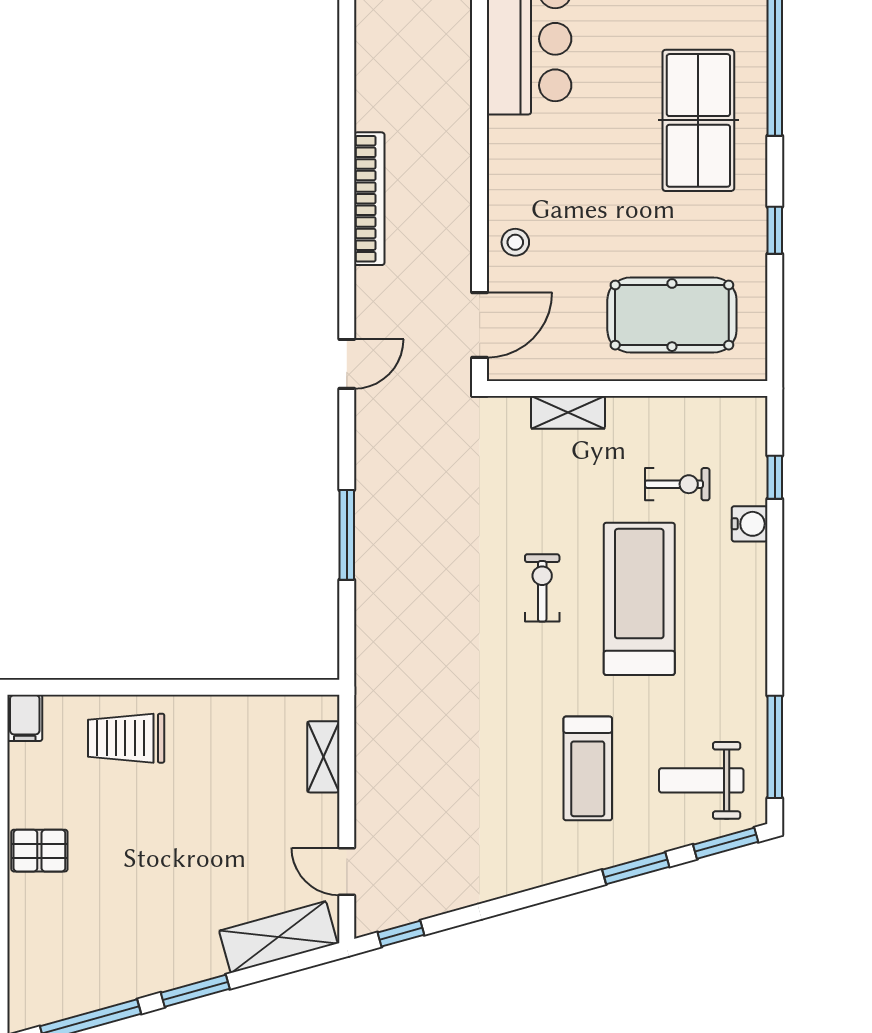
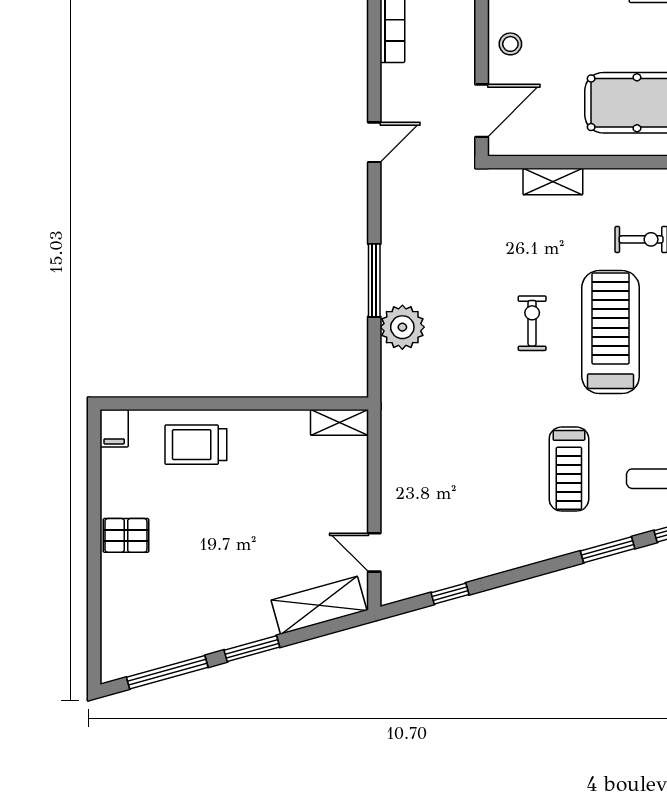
plant: (382, 593) -> (402, 327), added
shelving: (323, 757) -> (339, 422), moved, turned 90
window: (401, 934) -> (450, 594), moved

